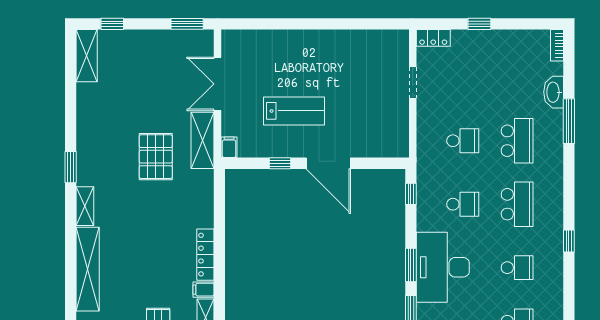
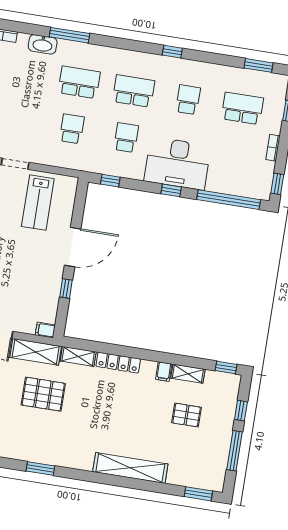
lab bench: (294, 111) -> (38, 203), moved, turned 180
shelving: (85, 206) -> (78, 356), moved
locker: (205, 255) -> (118, 363), moved
window: (411, 265) -> (171, 190), width x0.67

